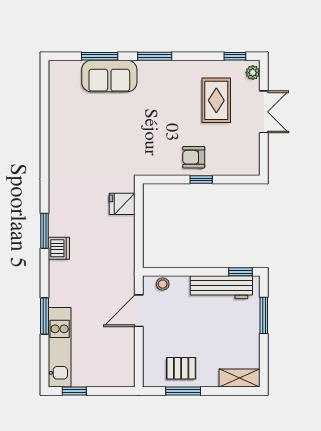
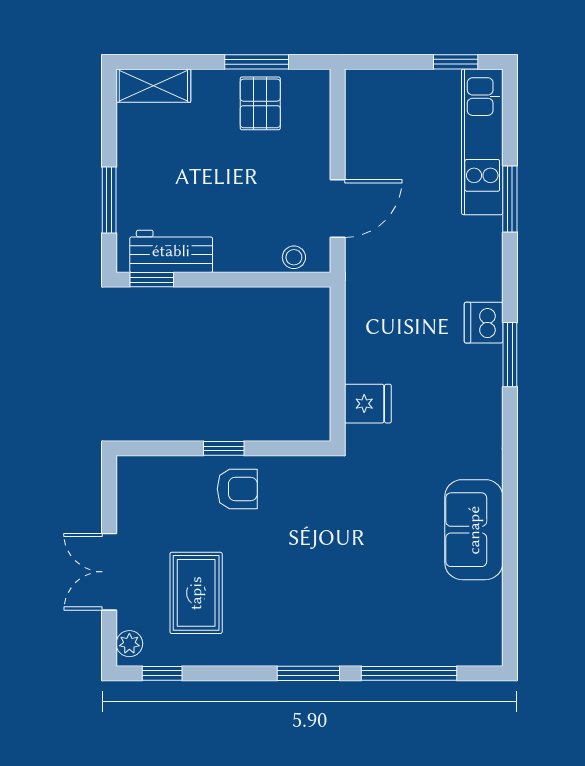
window: (100, 56) -> (409, 673), width x1.44
sofa: (109, 76) -> (474, 530), moved, turned -90
workbench: (221, 287) -> (171, 251), width x0.73
pallet: (181, 368) -> (260, 103), turned 90

